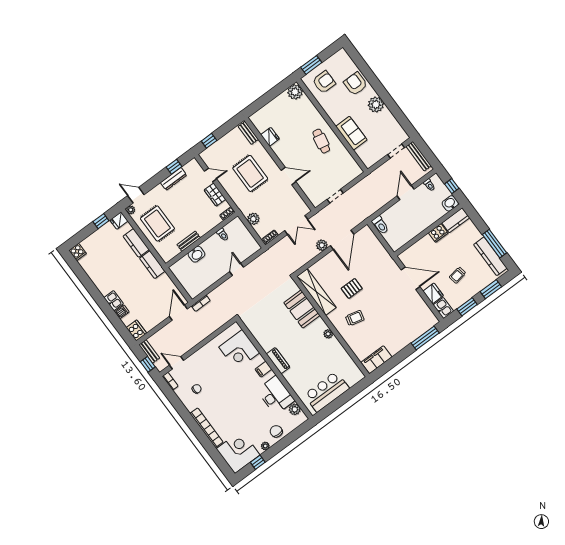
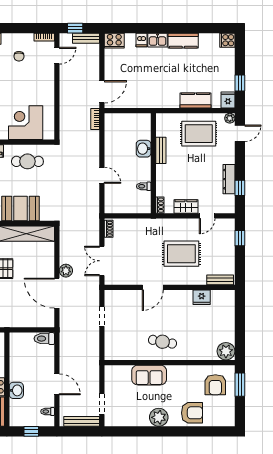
washbasin: (450, 203) -> (16, 390), moved
plant: (253, 219) -> (137, 225), removed
kitchen counter: (152, 265) -> (183, 41), moved, turned 180
door: (178, 313) -> (102, 92), hinge flipped
cafe table: (265, 328) -> (27, 161), added

